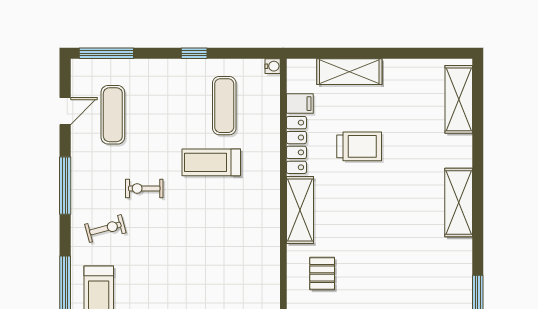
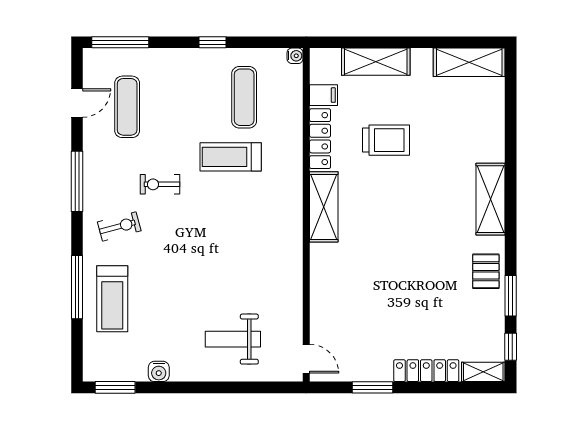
shelving: (459, 99) -> (469, 62), moved, turned 90
pallet: (322, 273) -> (486, 271), moved

